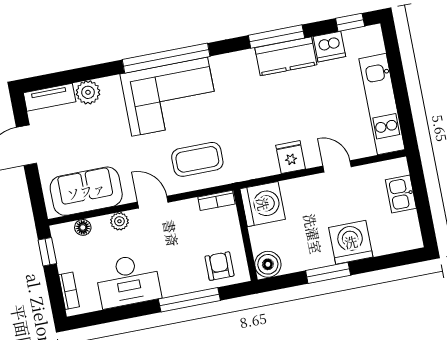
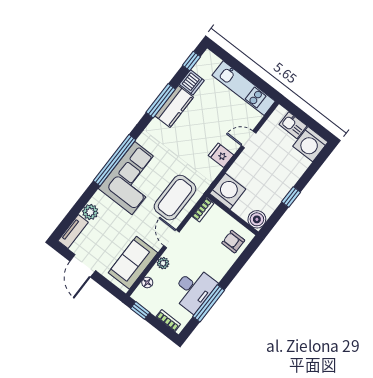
coffee table: (197, 159) -> (175, 198), width x1.36, depth x1.32
door: (153, 202) -> (171, 239), hinge flipped
washing machine: (351, 242) -> (310, 144), moved, turned -90
window: (328, 273) -> (291, 197), width x0.67
window: (189, 300) -> (209, 303), moved

